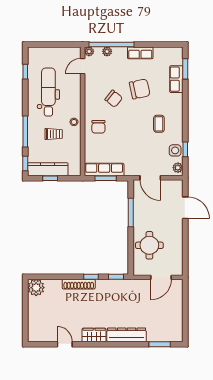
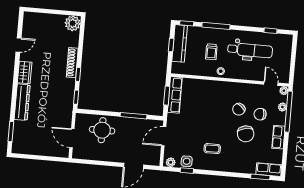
row of seats: (176, 79) -> (269, 170), moved
chair: (98, 127) -> (260, 114), moved

